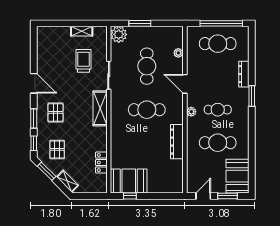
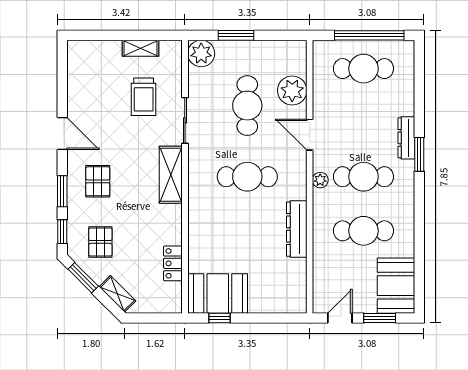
plant: (178, 53) -> (292, 91), width x1.87, depth x1.87
trolley: (83, 61) -> (144, 97), turned 180
dresser: (244, 74) -> (406, 138), moved
cafe table: (218, 110) -> (363, 177), width x1.37, depth x1.35

